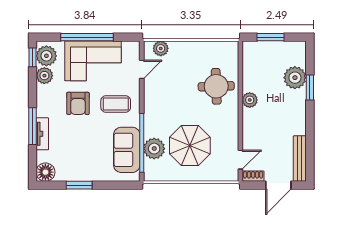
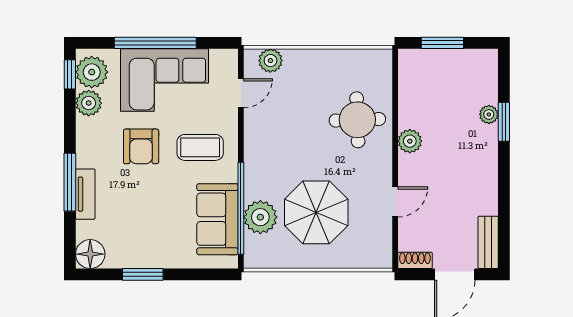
plant: (295, 78) -> (489, 114), width x0.53, depth x0.53
bench: (300, 159) -> (488, 242), width x0.73
door: (240, 160) -> (395, 202), moved

